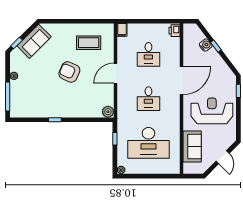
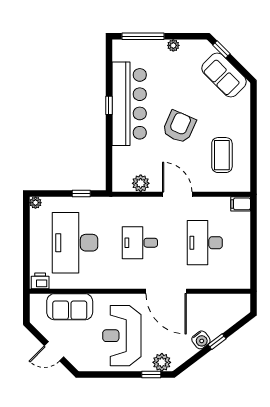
printer: (174, 31) -> (40, 281), moved
water cooler: (206, 45) -> (201, 340), moved
desk: (148, 54) -> (205, 243), width x1.37
plant: (230, 84) -> (162, 362), added
bar counter: (54, 106) -> (129, 104), added
reception desk: (212, 111) -> (122, 336), turned 180
plant: (108, 112) -> (141, 183), moved

